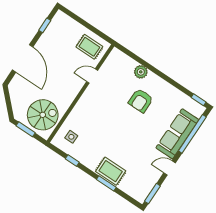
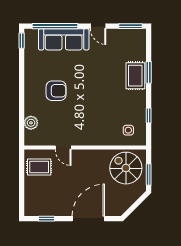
rug: (89, 47) -> (39, 167), turned 90
plant: (141, 72) -> (31, 123), moved

